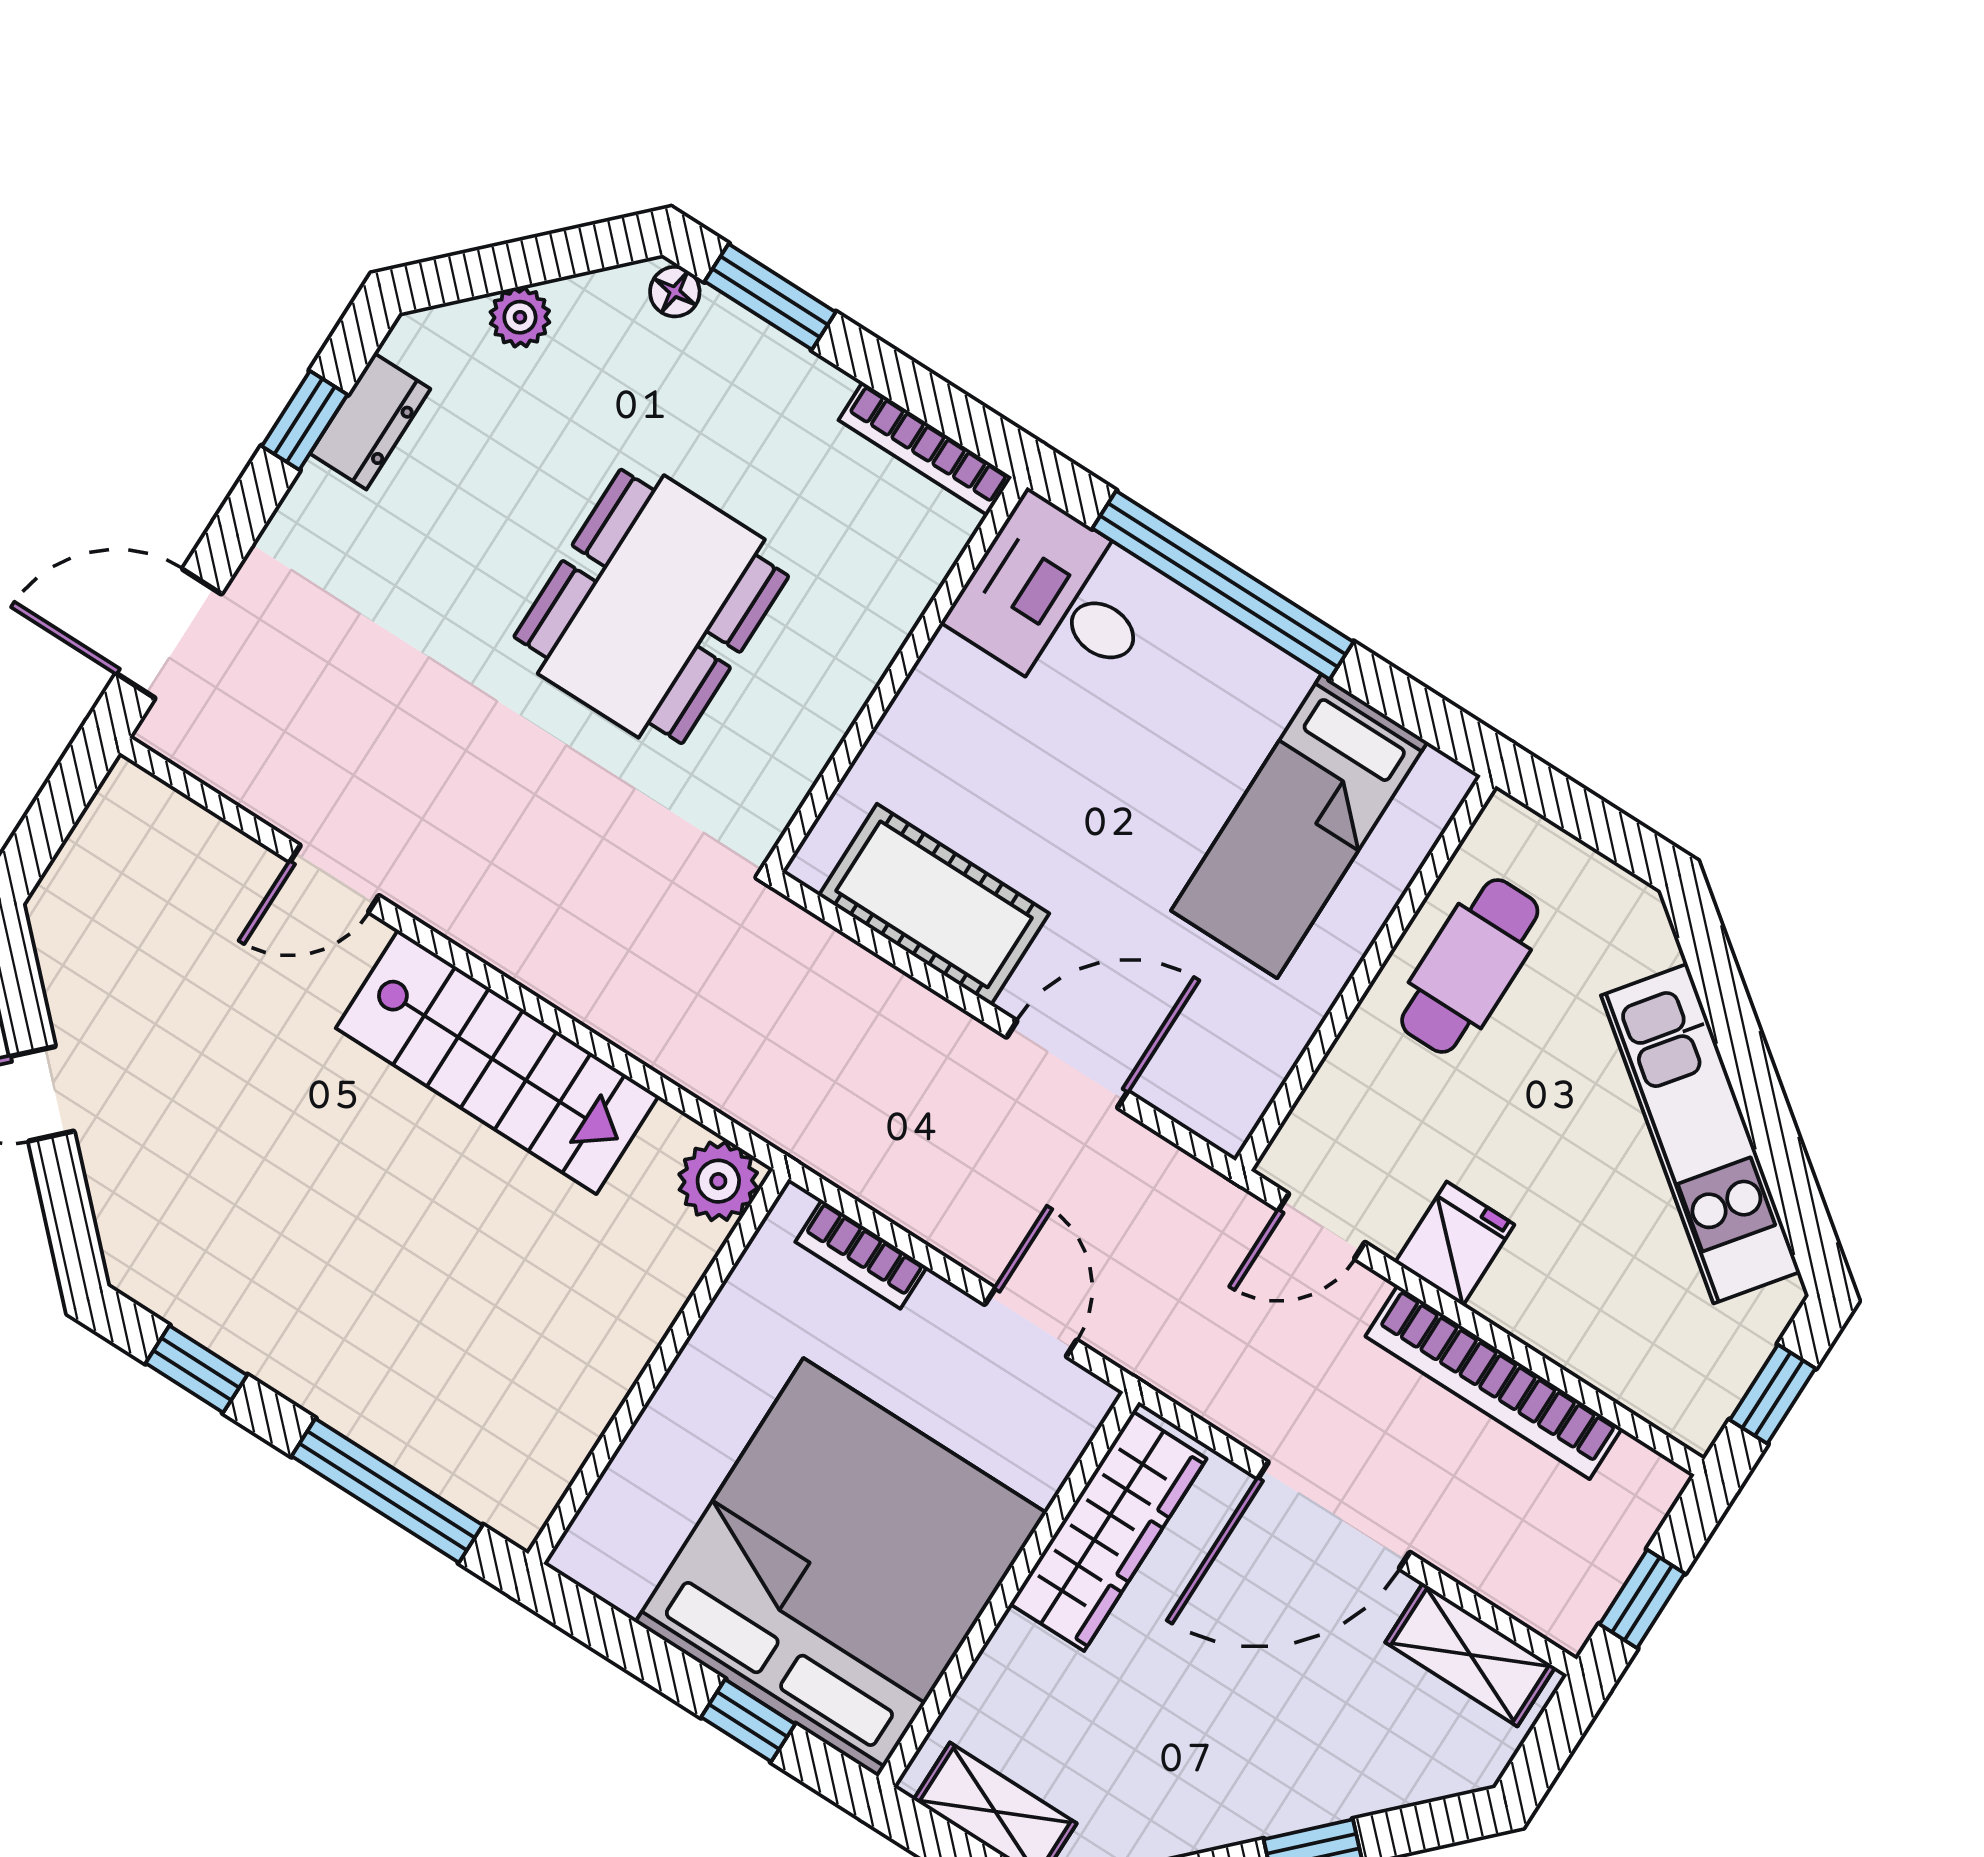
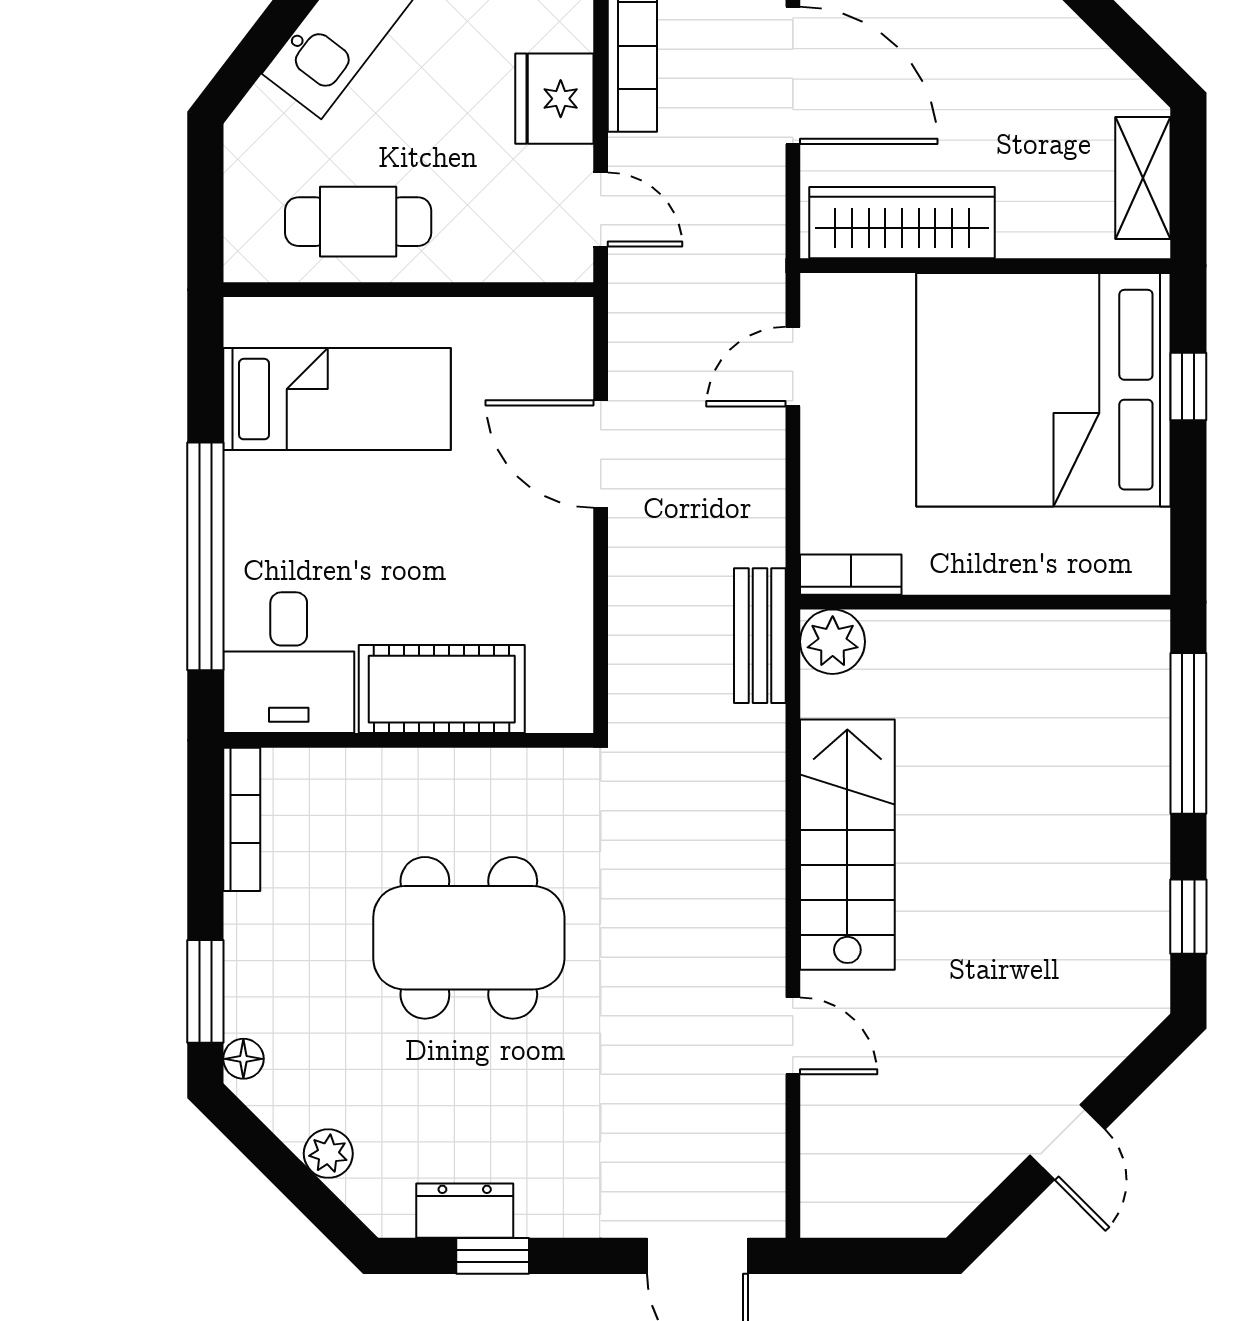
cot: (934, 904) -> (442, 689), moved, turned 90
bench: (773, 1110) -> (760, 636), added
fridge: (1455, 1244) -> (554, 99), width x1.38
bookcase: (861, 1254) -> (851, 575), moved, turned -90

